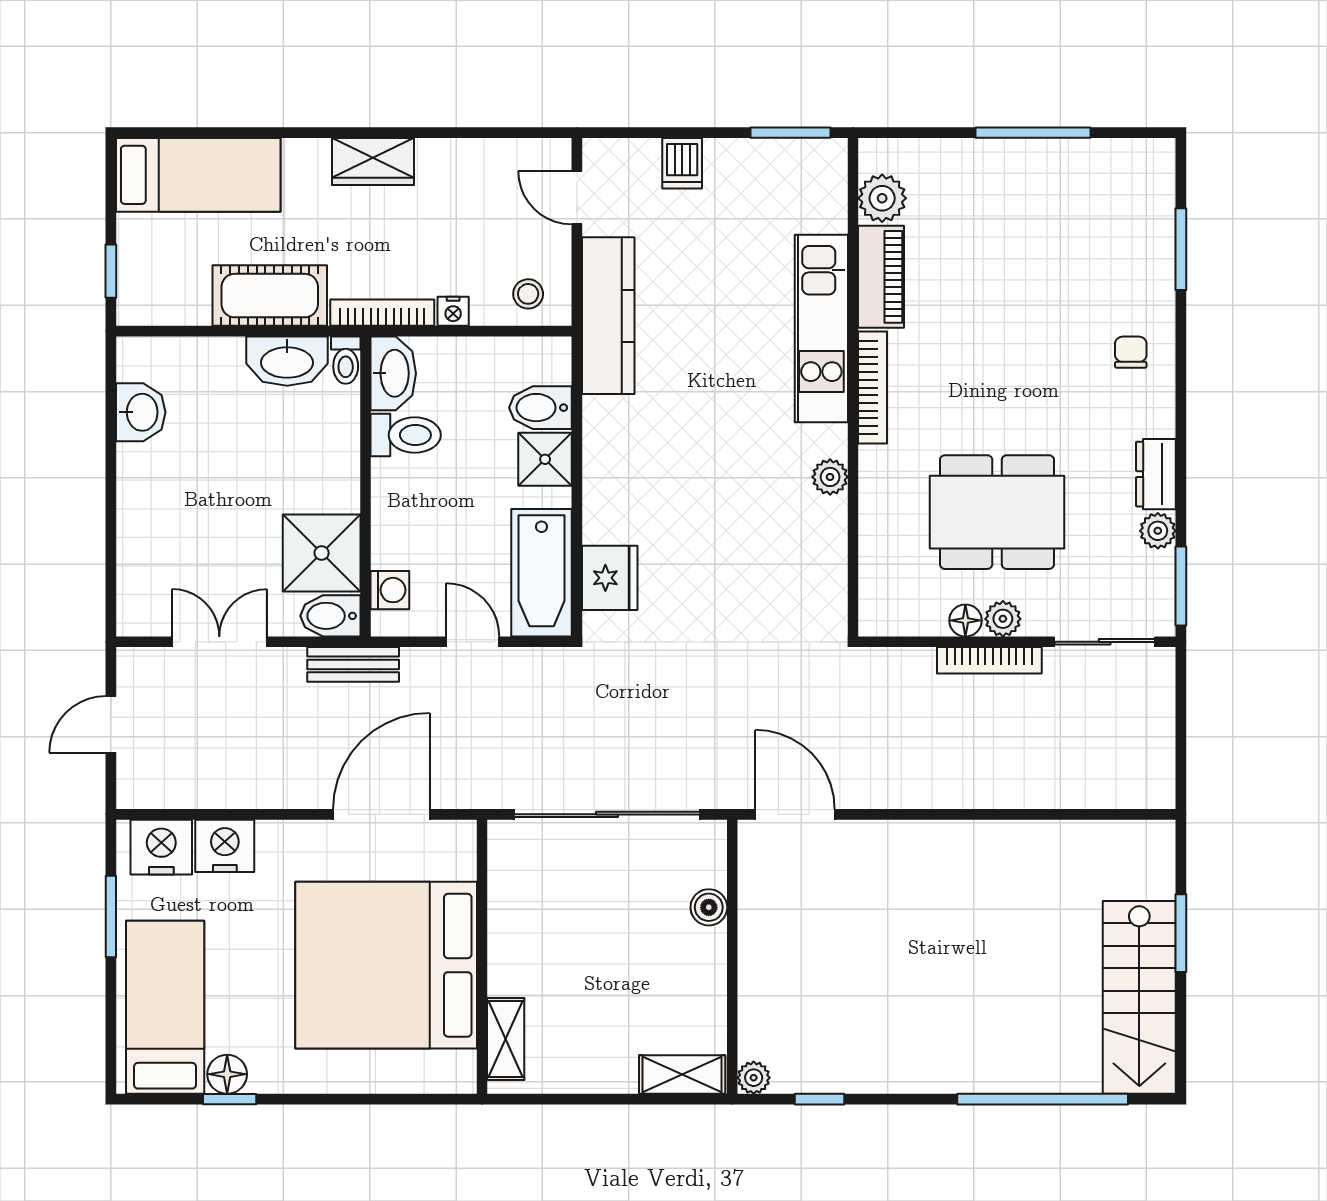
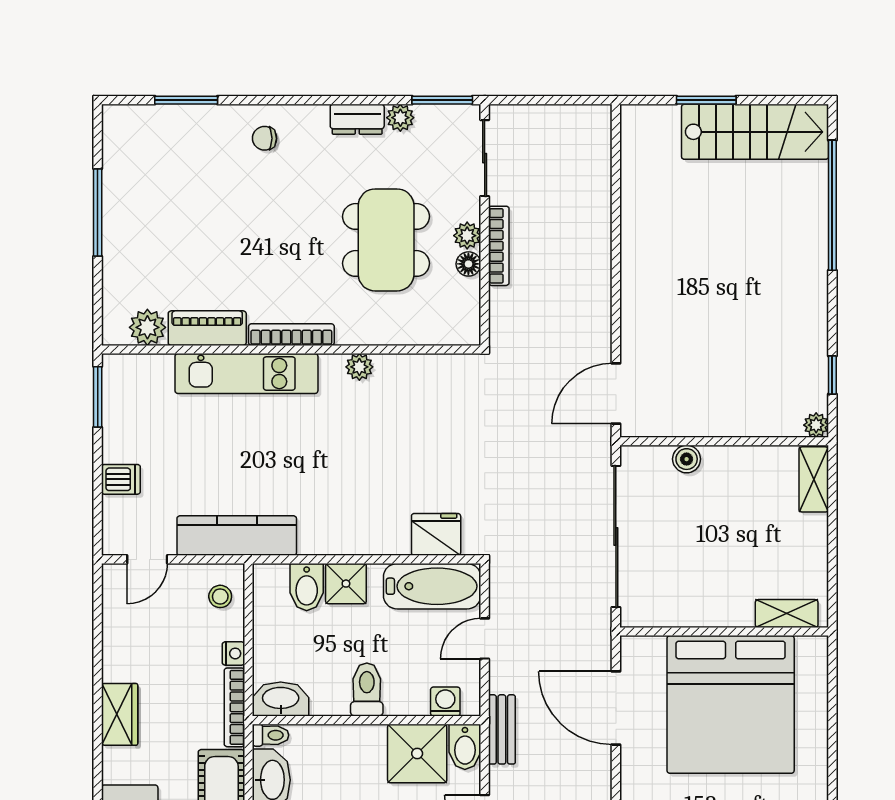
toilet: (406, 435) -> (367, 690), moved

